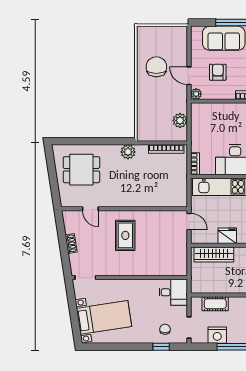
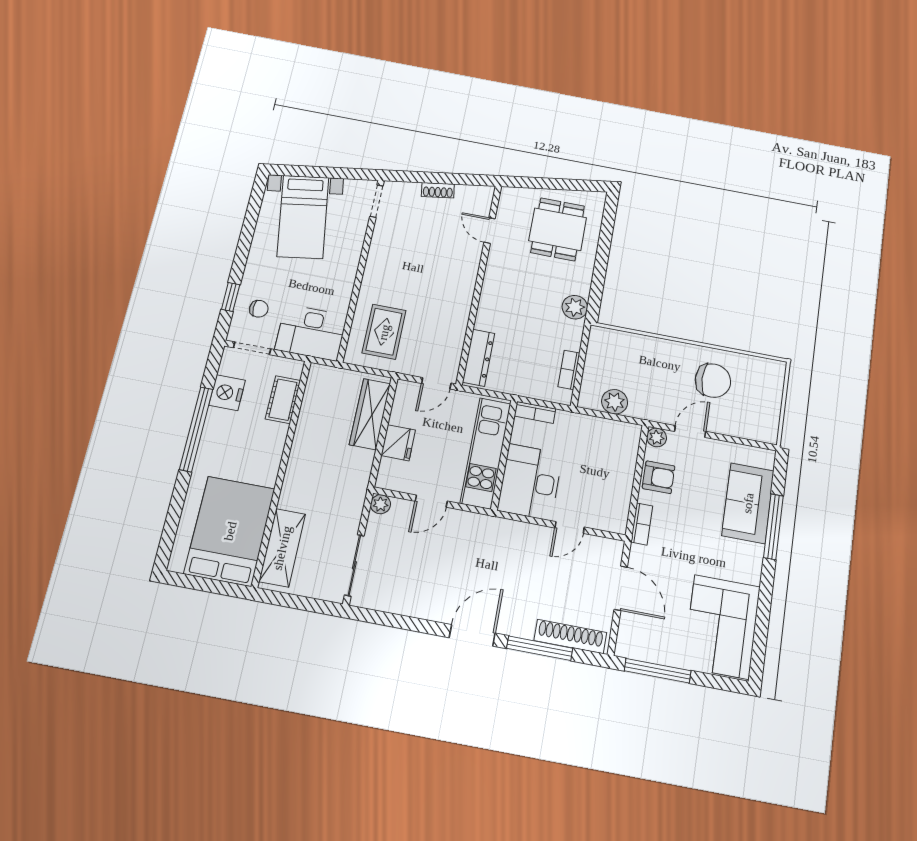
armchair: (218, 72) -> (659, 477), moved
bookcase: (166, 149) -> (569, 370), width x0.64
dresser: (169, 201) -> (479, 358), added
door: (90, 209) -> (490, 231), hinge flipped
rug: (125, 235) -> (384, 332), moved, turned 90
desk: (173, 292) -> (311, 333), width x1.37

